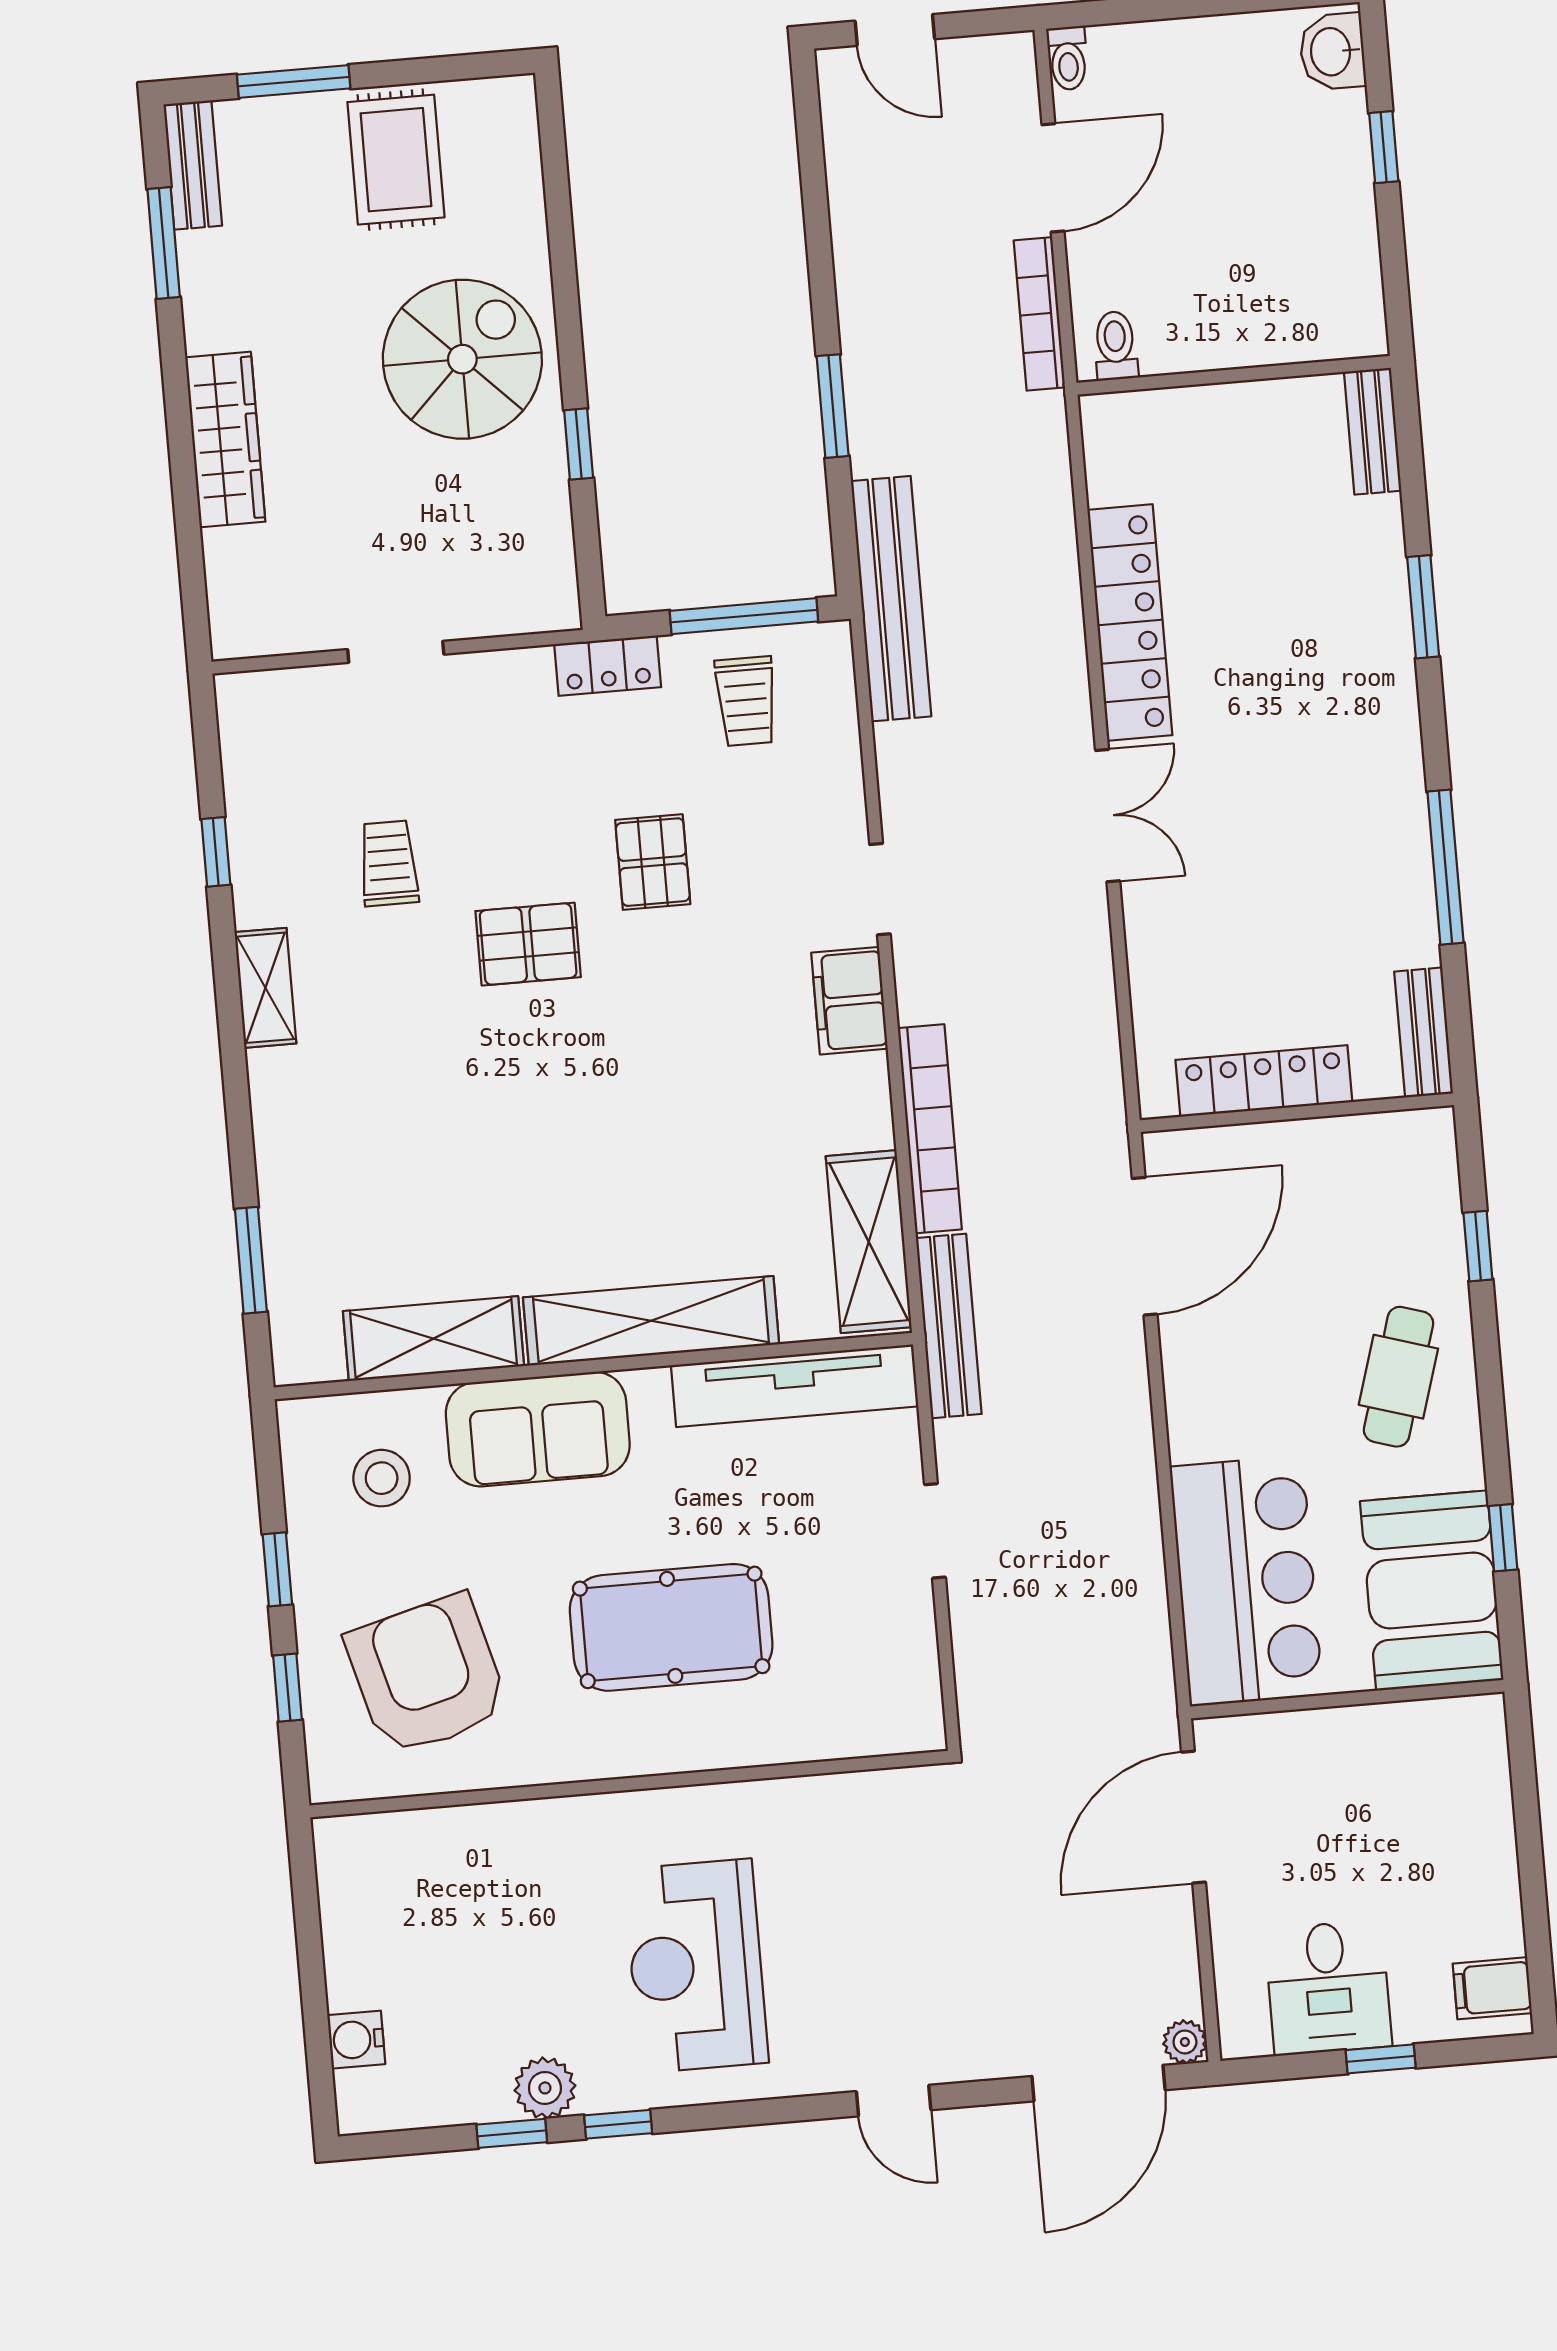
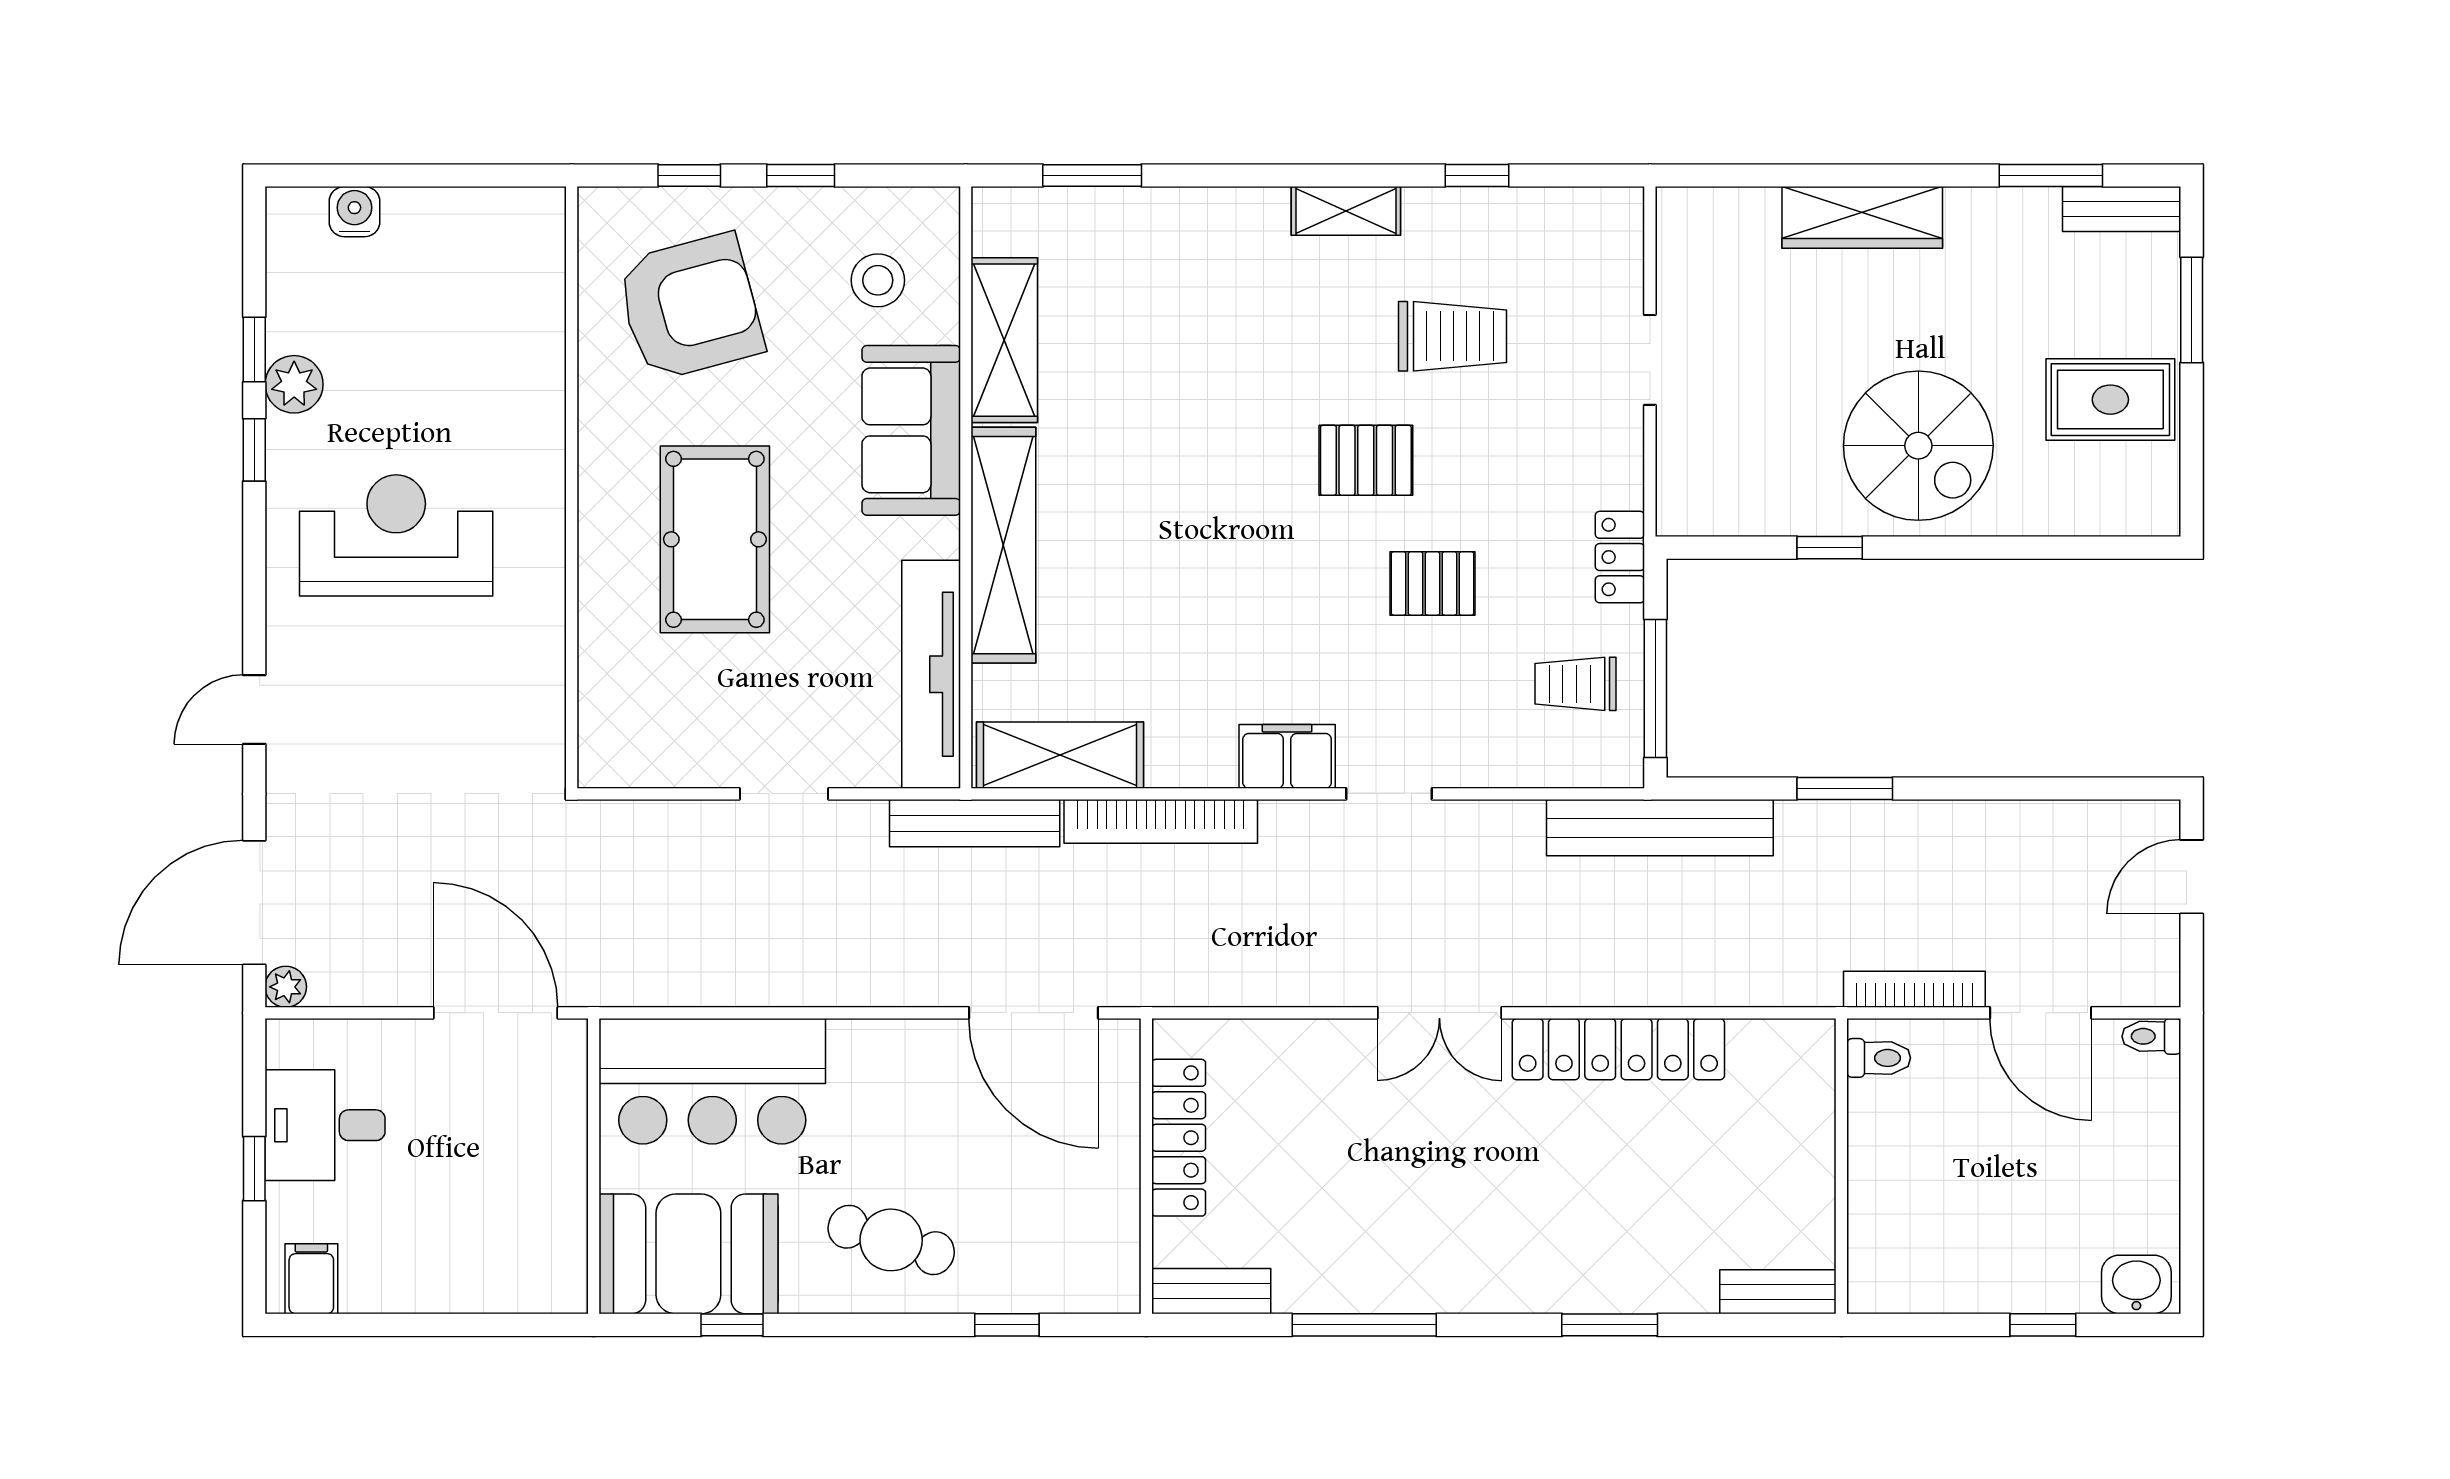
trolley: (389, 863) -> (1453, 336), width x1.36, depth x1.39
pallet: (528, 944) -> (1366, 460), turned 90
door: (1099, 2083) -> (254, 903), hinge flipped

